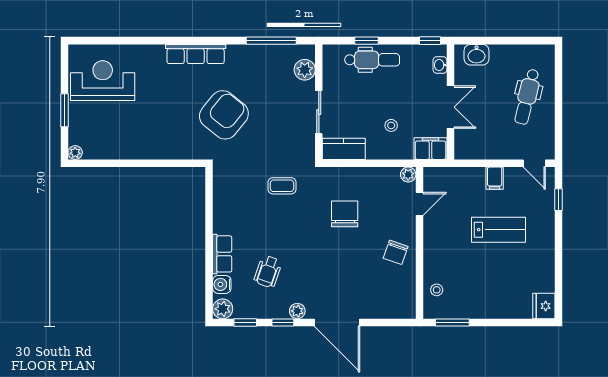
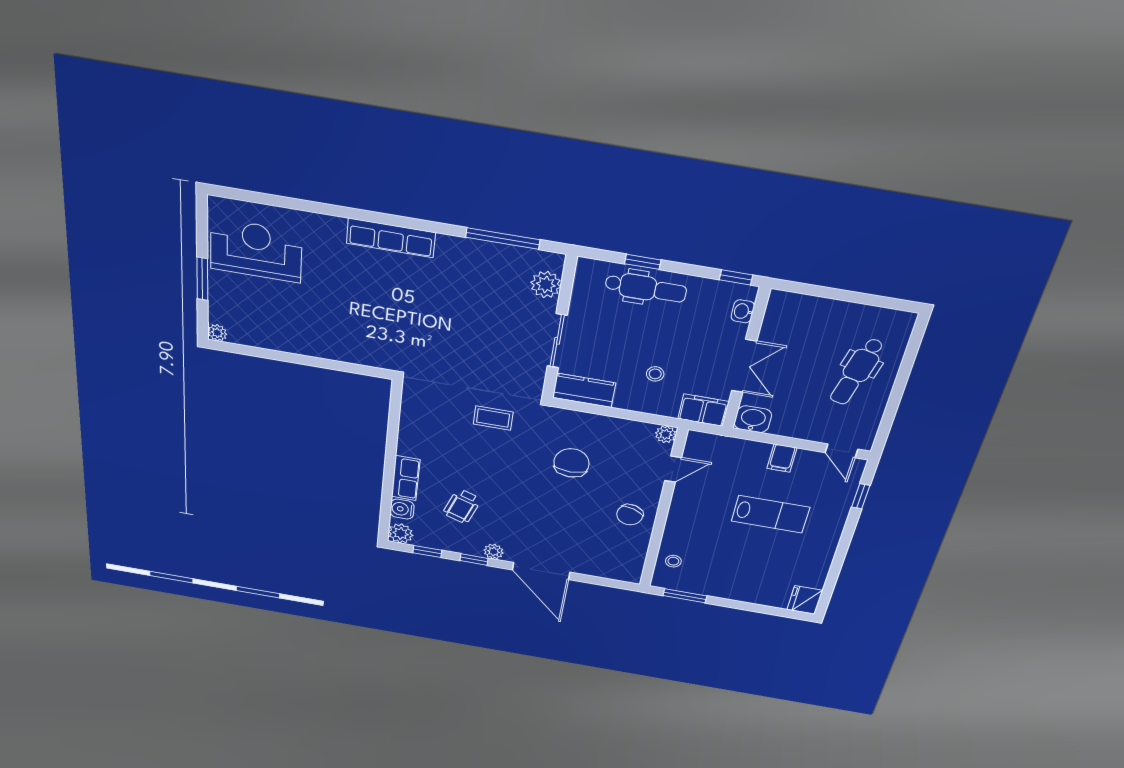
washbasin: (476, 55) -> (753, 419), moved, turned 180
armchair: (224, 115) -> (424, 322), removed

